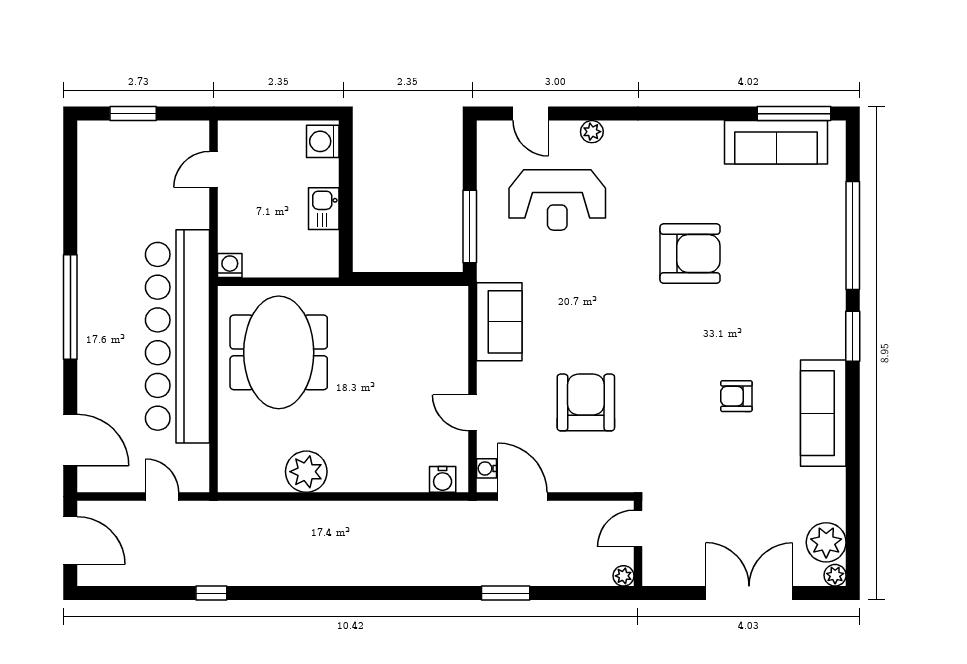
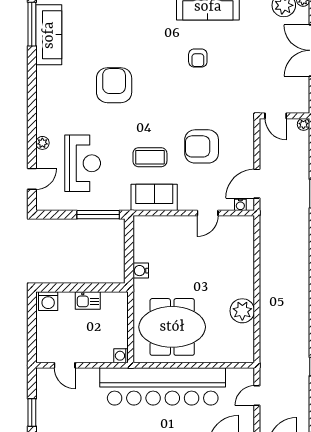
coffee table: (568, 315) -> (150, 157), added
water cooler: (443, 479) -> (141, 271), moved, turned 180

